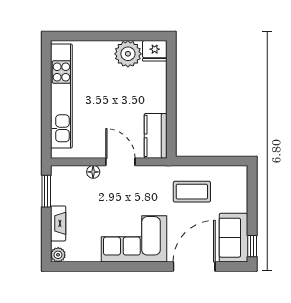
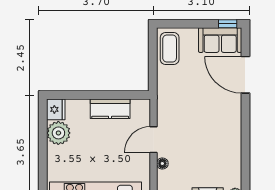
kitchen counter: (156, 136) -> (110, 109), moved
coffee table: (192, 192) -> (170, 49), moved
corner sofa: (134, 239) -> (221, 128), removed

